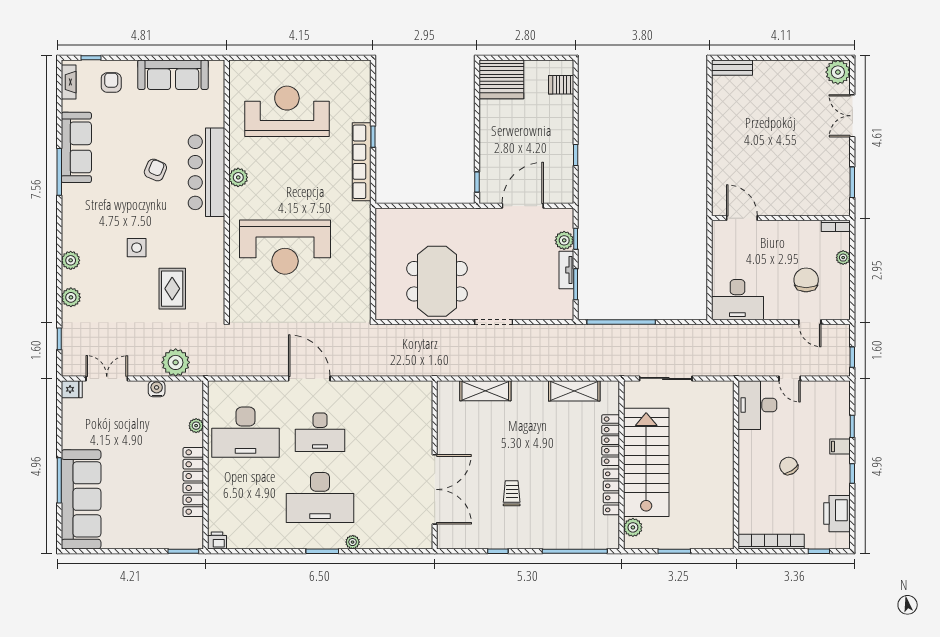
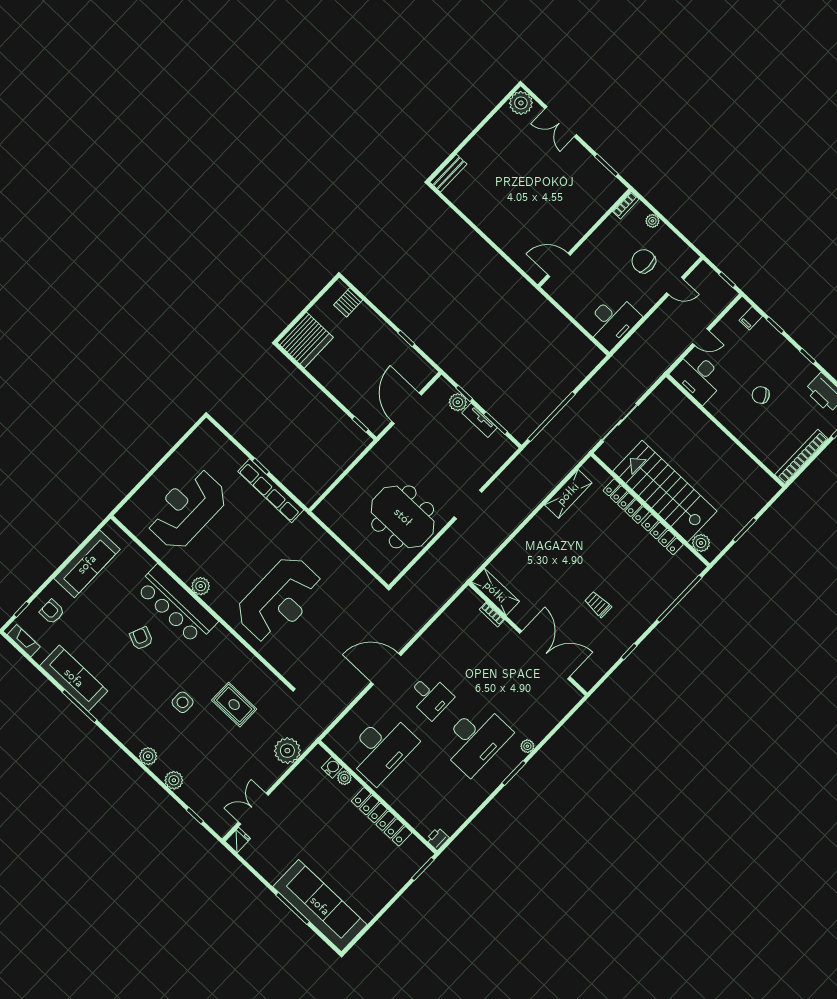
water cooler: (157, 389) -> (332, 767), moved, turned 90
shelving: (485, 391) -> (495, 592), moved, turned 90
bookcase: (427, 420) -> (492, 615), added
desk: (320, 432) -> (430, 697), width x0.73
filing cabinet: (840, 447) -> (751, 318), moved

